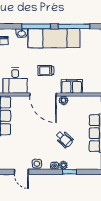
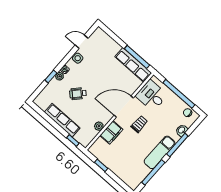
exam couch: (54, 38) -> (160, 152), width x0.73, depth x0.69
plant: (63, 100) -> (99, 126), moved

